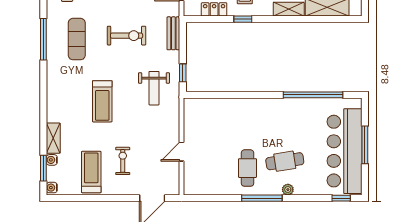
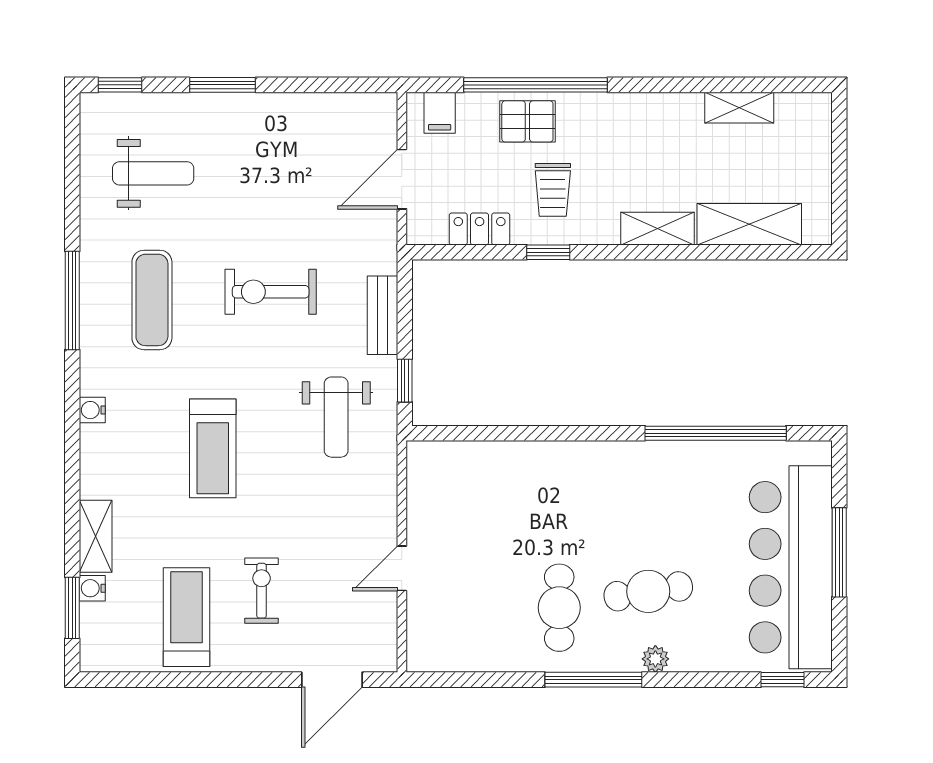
bench: (173, 33) -> (383, 315), moved
exercise bike: (127, 36) -> (271, 292), turned 180
water cooler: (52, 188) -> (92, 410), moved

